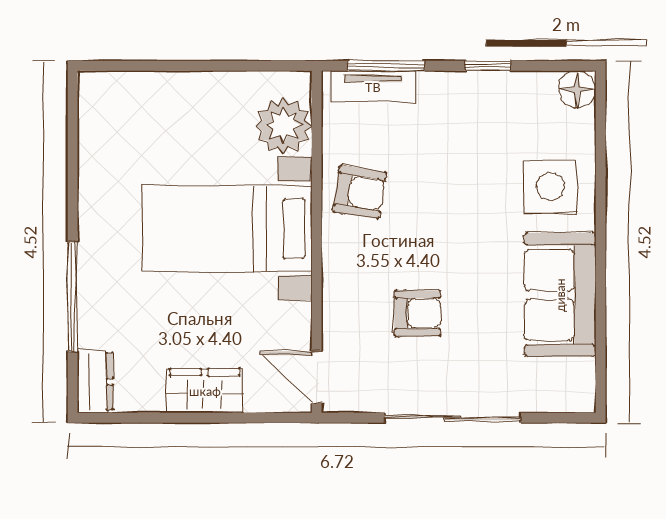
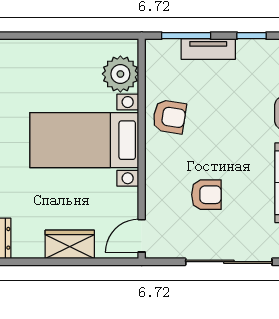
tv unit: (373, 87) -> (208, 49), moved
door: (317, 377) -> (142, 236), hinge flipped

